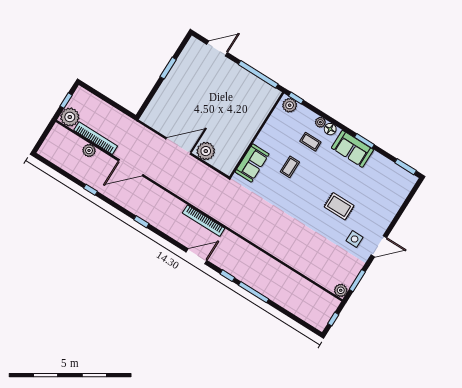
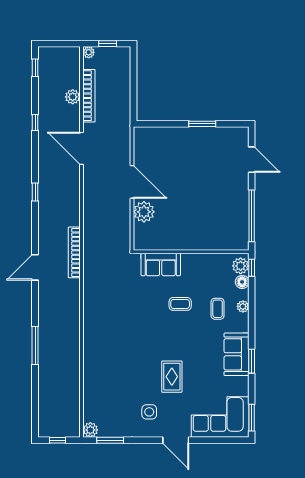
plant: (70, 117) -> (89, 52), width x0.53, depth x0.53
floor lamp: (330, 129) -> (242, 282), moved
corner sofa: (391, 189) -> (220, 417), added
door: (379, 246) -> (176, 440), moved
door: (196, 256) -> (35, 267), swing flipped
window: (227, 276) -> (35, 68), moved

